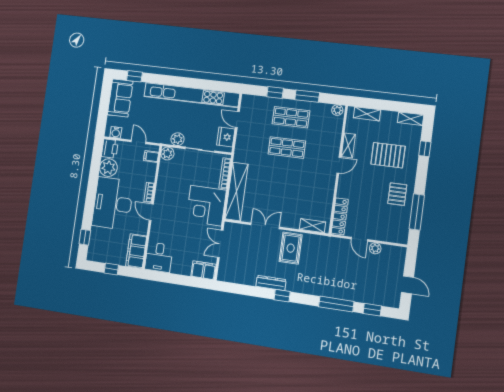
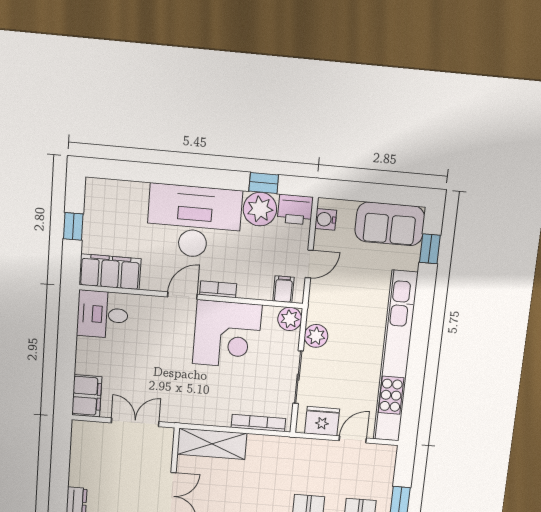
shelving: (237, 192) -> (212, 444), width x0.68
corner desk: (206, 206) -> (227, 334), moved, turned 180
window: (85, 237) -> (264, 183), moved

